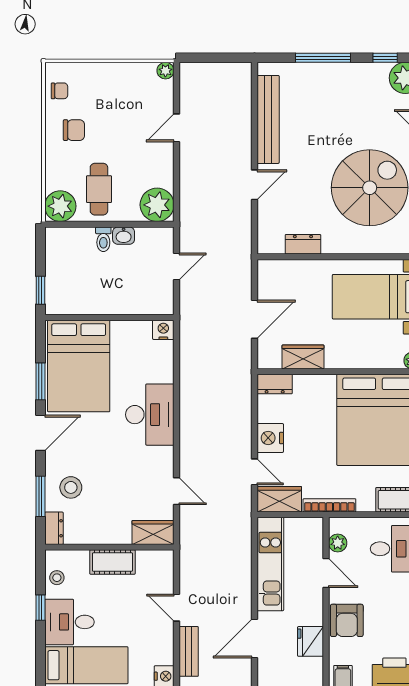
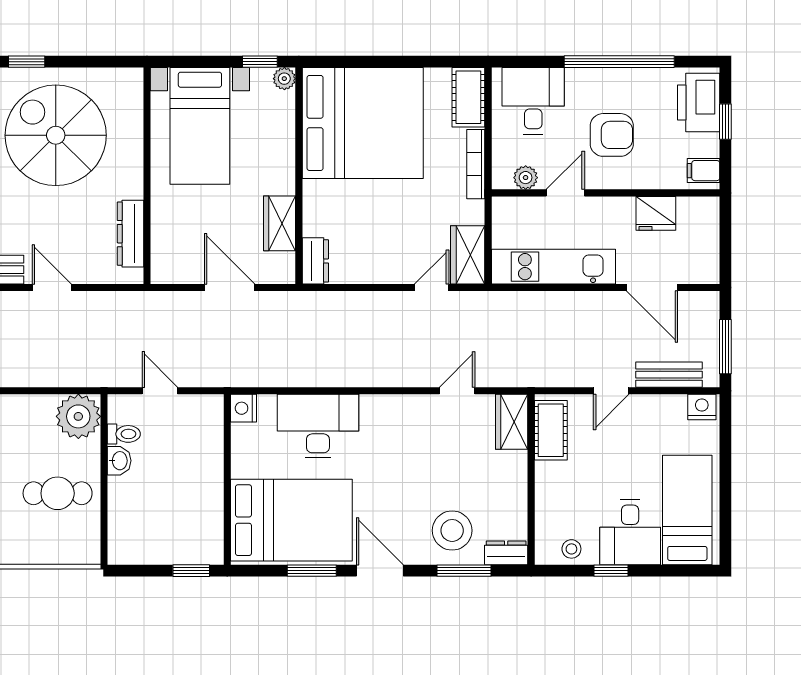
plant: (60, 206) -> (80, 544), removed
toilet: (103, 239) -> (124, 434), moved
dresser: (303, 244) -> (130, 234), width x1.44
desk: (150, 415) -> (318, 426), moved
nightstand: (270, 438) -> (387, 267), removed
stool: (71, 487) -> (452, 530), width x1.38, depth x1.38
bookcase: (329, 505) -> (476, 164), moved
cot: (112, 562) -> (551, 430), moved
armchair: (347, 620) -> (612, 135), moved

